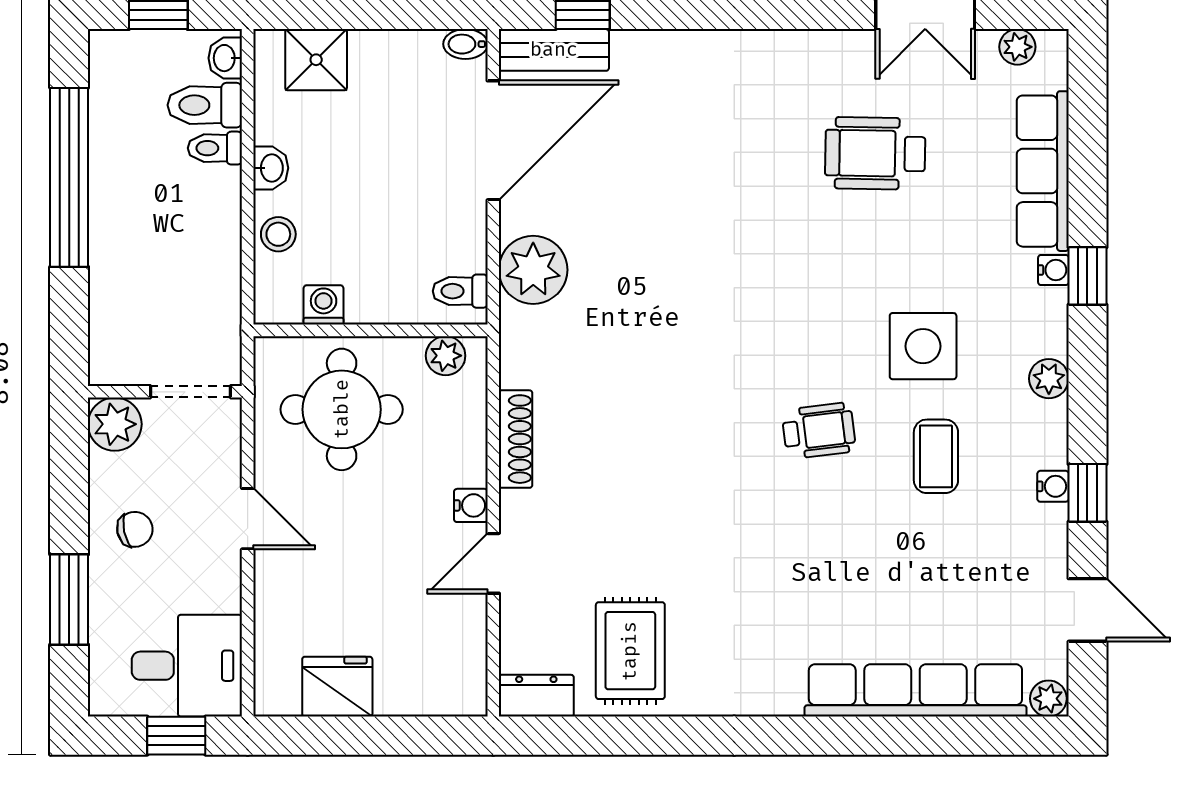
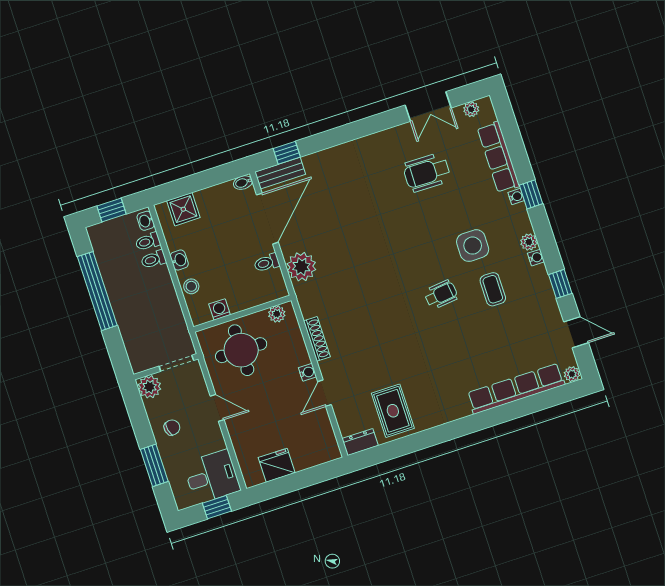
toilet: (205, 105) -> (148, 242), width x0.73, depth x0.72
toilet: (460, 291) -> (267, 263), moved
water cooler: (1053, 486) -> (536, 258), moved

